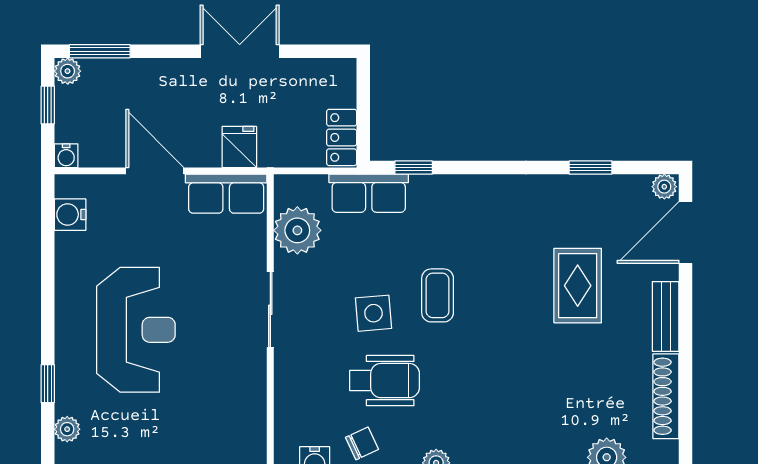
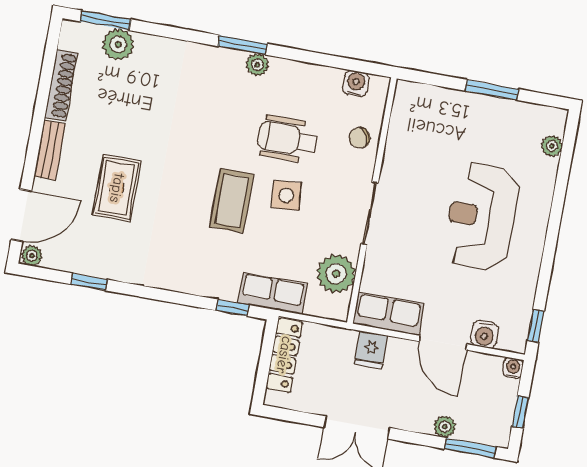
plant: (68, 71) -> (445, 427), moved
locker: (342, 137) -> (284, 355), width x1.53
water cooler: (70, 215) -> (484, 334), moved, turned 90
coffee table: (438, 295) -> (232, 200), width x1.36, depth x1.30
window: (48, 384) -> (536, 326), moved
chair: (362, 443) -> (359, 138), moved

